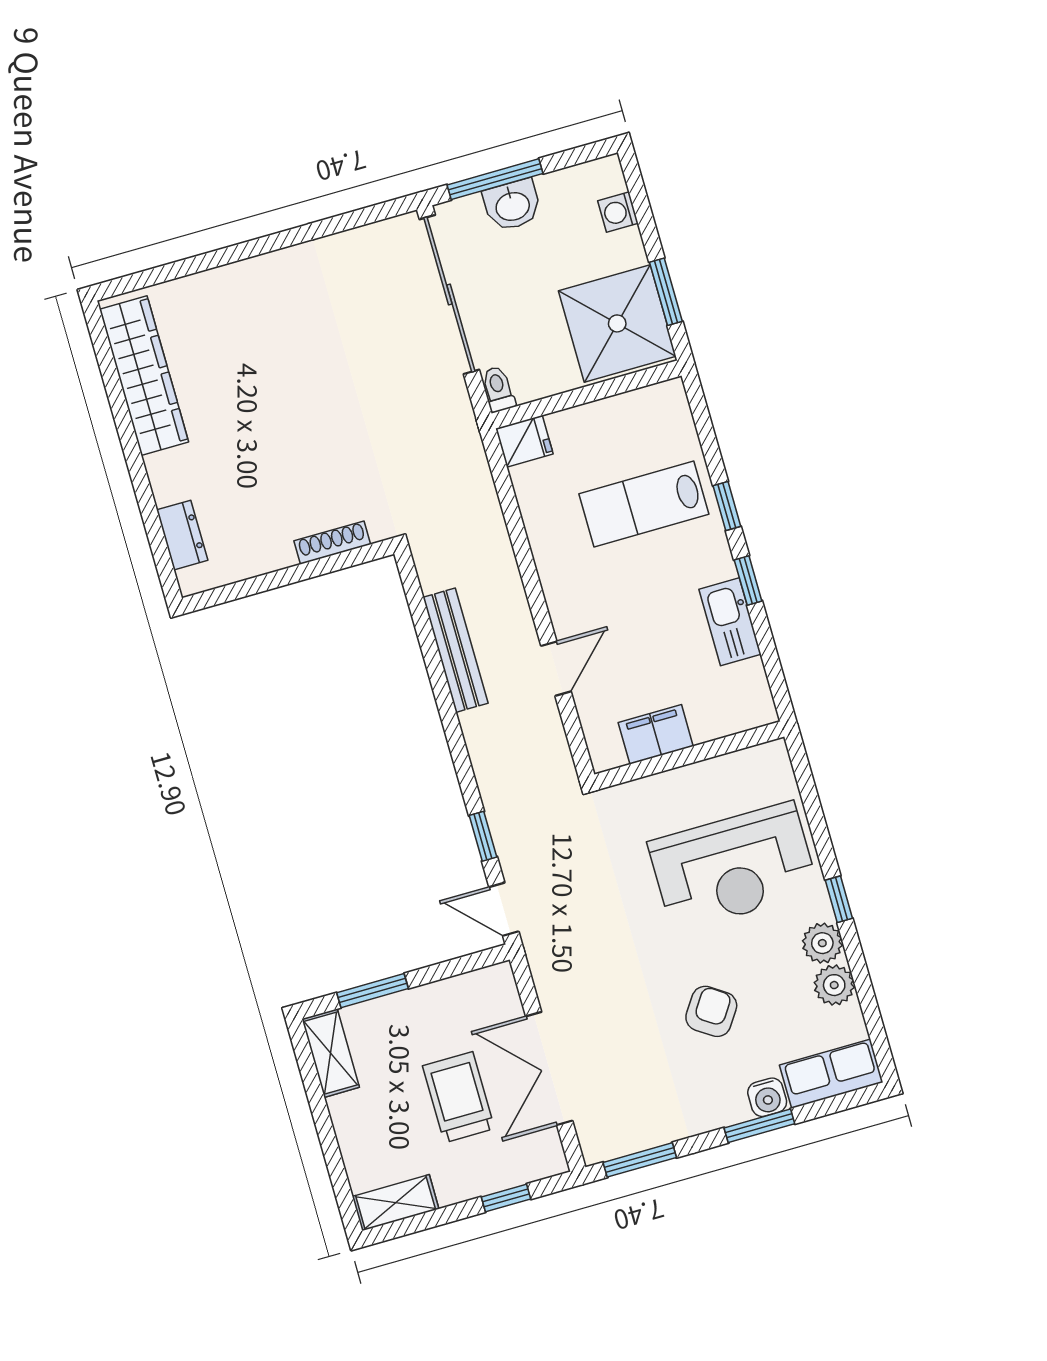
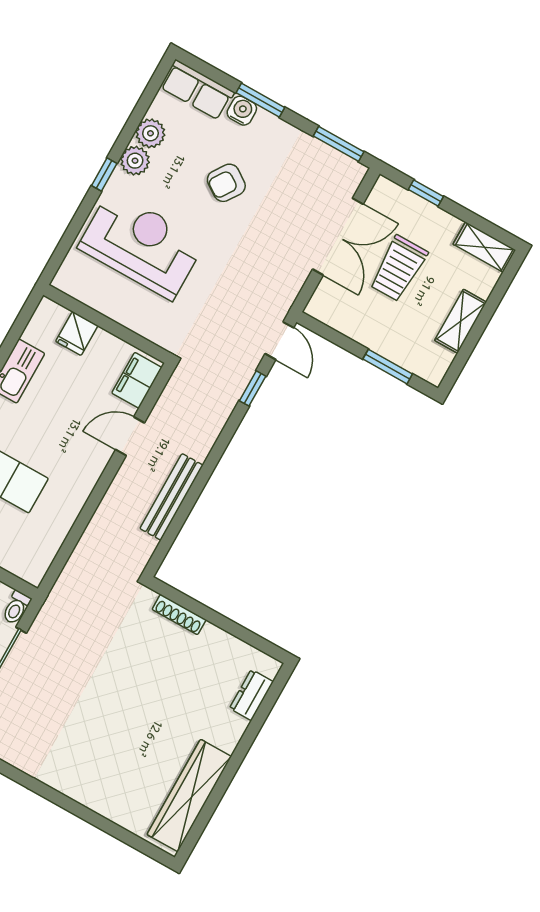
fridge: (524, 441) -> (77, 333), moved, turned -90
filing cabinet: (656, 734) -> (137, 380), moved, turned 90
shelving: (331, 1053) -> (461, 321), moved

